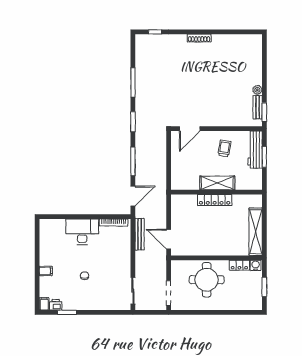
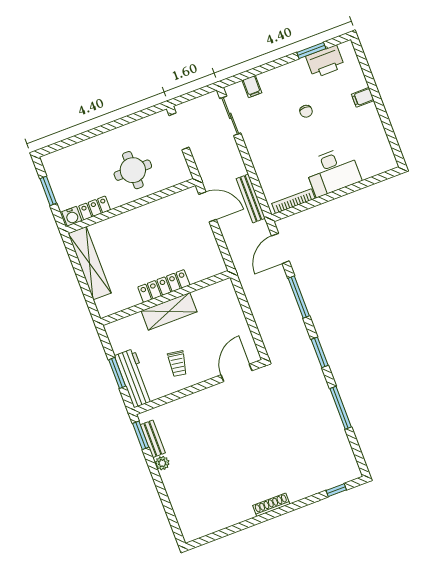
round table: (207, 280) -> (133, 170), width x0.73, depth x0.73
filing cabinet: (44, 304) -> (252, 87), moved
printer: (56, 305) -> (325, 62), width x1.87, depth x1.48

